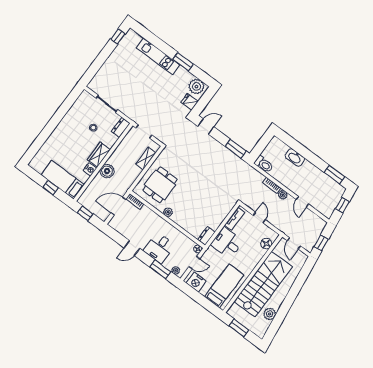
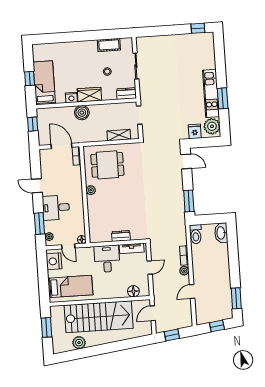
kitchen unit: (158, 56) -> (211, 93), moved
cot: (75, 110) -> (109, 45), added
washbasin: (295, 158) -> (221, 233), moved
dresser: (206, 236) -> (121, 236), moved

